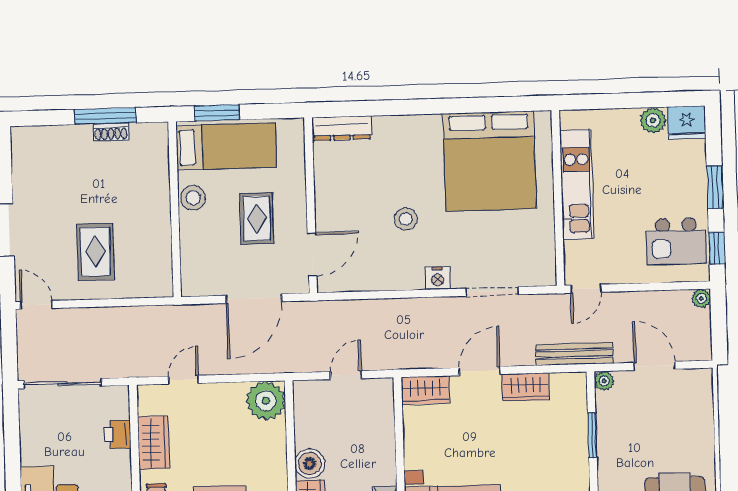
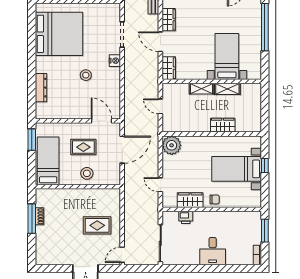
window: (217, 113) -> (32, 140), moved
dresser: (342, 128) -> (41, 88), moved
stool: (193, 198) -> (87, 173), moved
door: (254, 299) -> (122, 150), hinge flipped
shelving: (385, 459) -> (202, 89), added
boiler: (310, 463) -> (202, 125), removed

